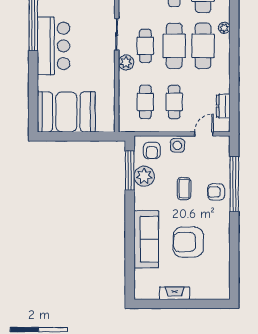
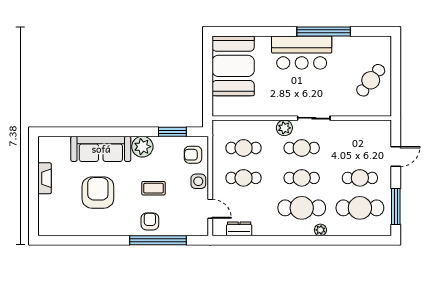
cafe table: (174, 46) -> (302, 178), width x0.73, depth x0.74
window: (130, 170) -> (172, 132), width x0.69
plant: (144, 176) -> (142, 147), moved

